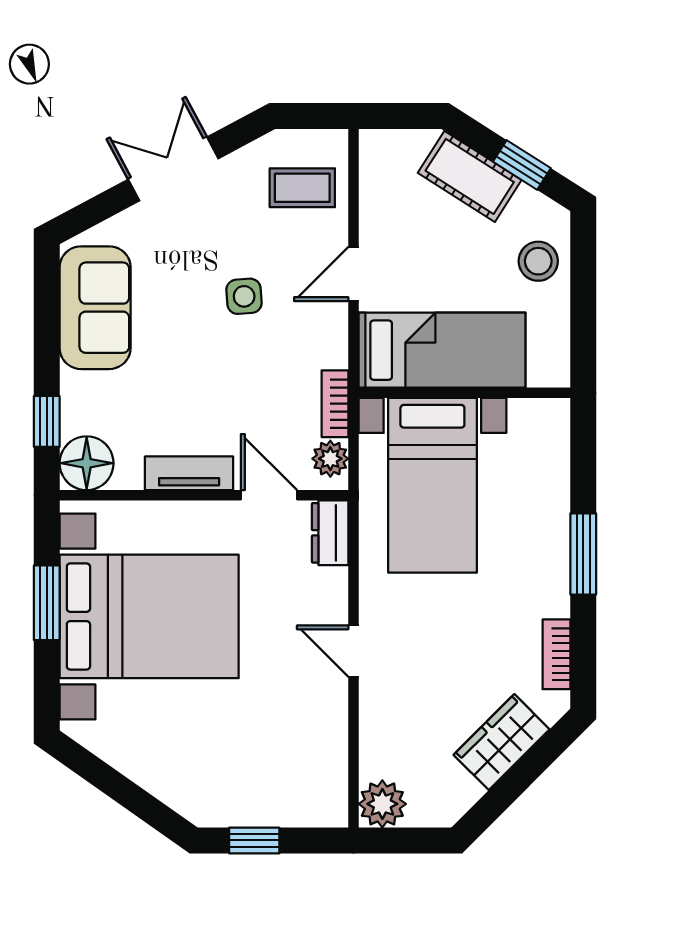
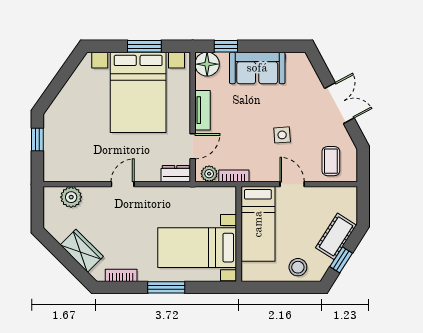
sofa: (95, 308) -> (257, 68), moved
bed with nightstands: (432, 485) -> (197, 248), moved
plant: (382, 804) -> (71, 197), moved

